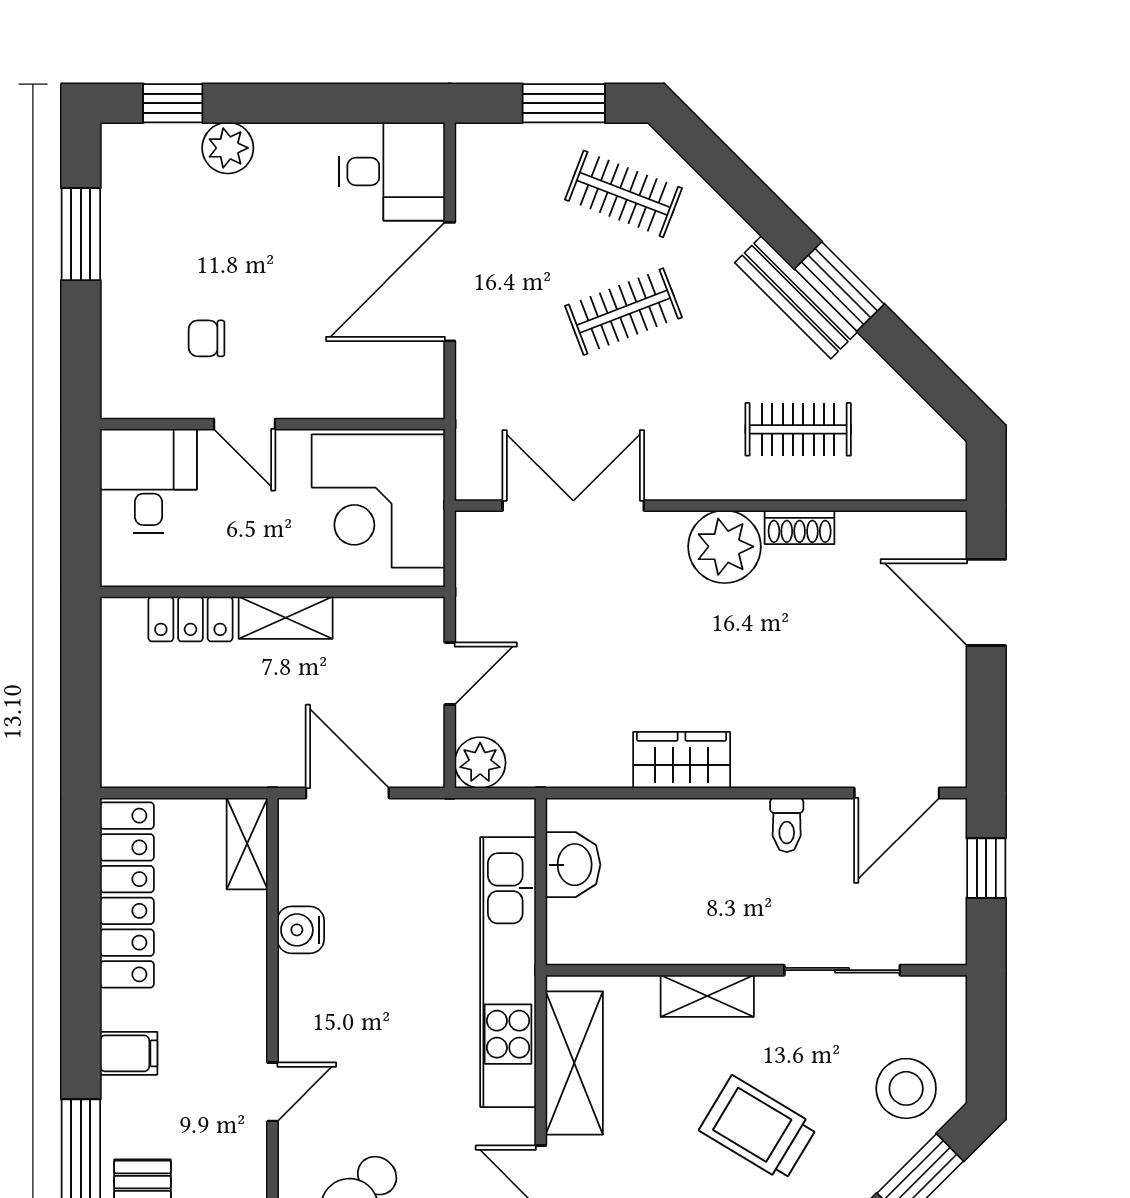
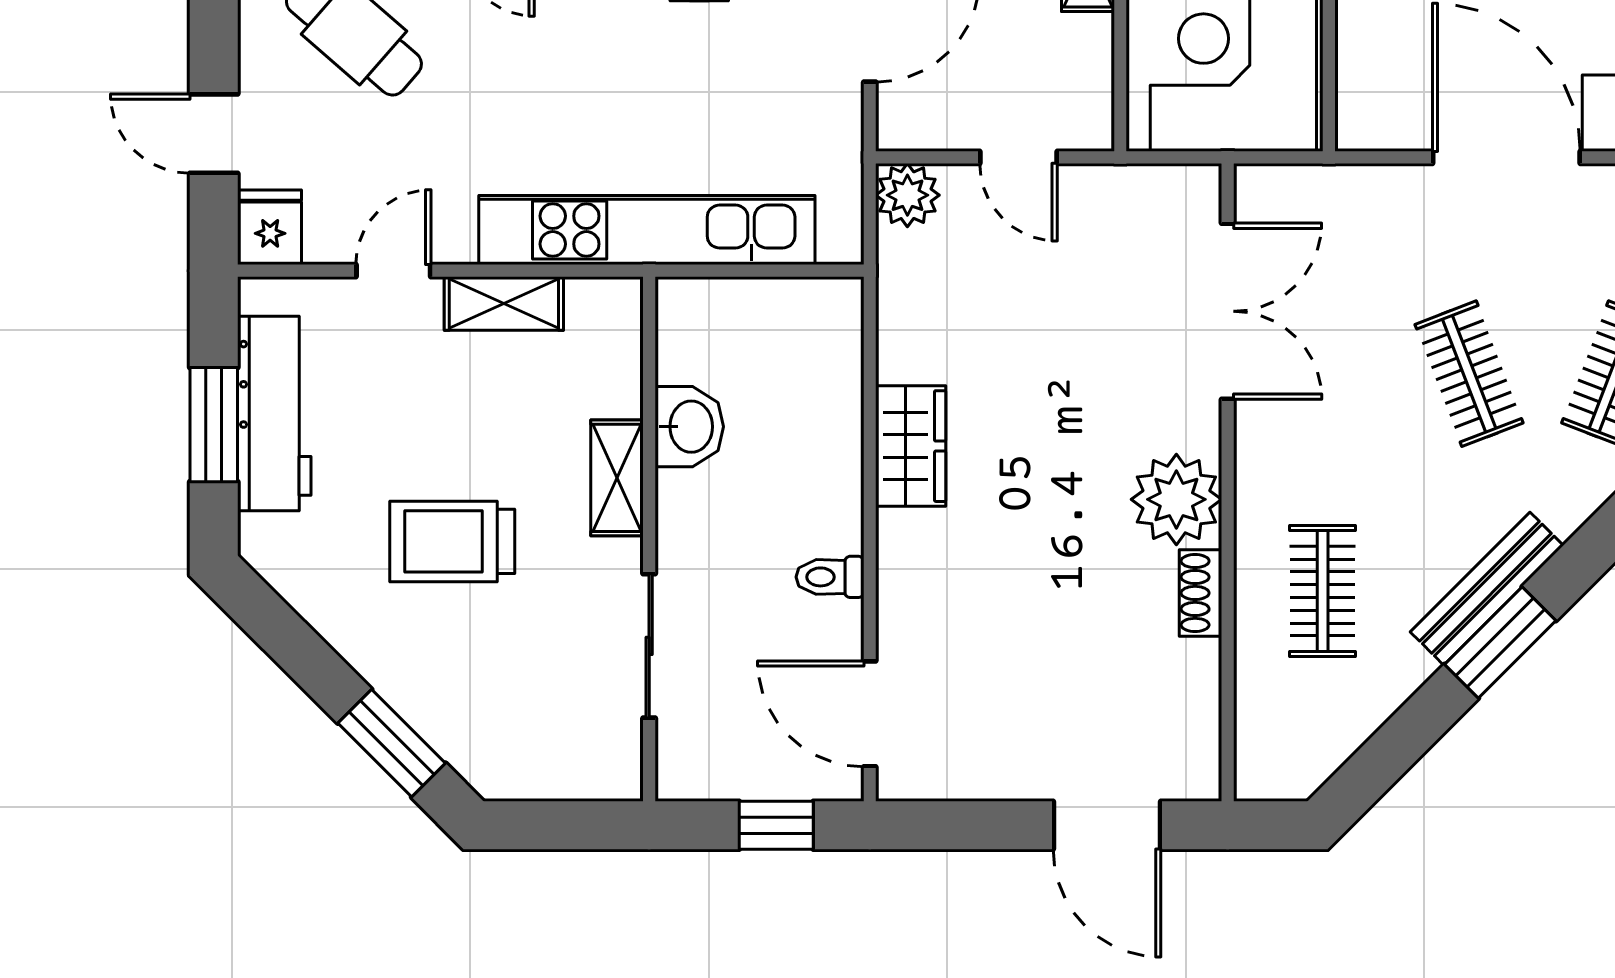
door: (986, 602) -> (1107, 825), swing flipped
washbasin: (573, 865) -> (689, 427), moved, turned -90
shelving: (574, 1063) -> (504, 303), width x0.67, depth x0.75
stool: (906, 1088) -> (502, 726), removed
trolley: (758, 1128) -> (452, 541), turned -121

